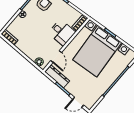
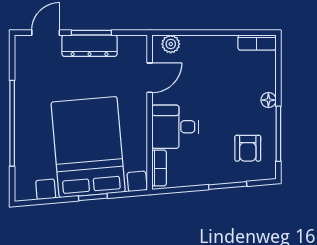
door: (56, 57) -> (150, 78), swing flipped
dresser: (57, 76) -> (90, 46), moved

